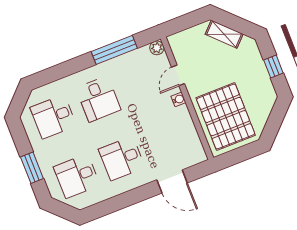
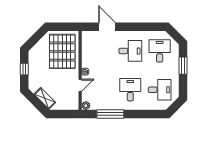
desk: (77, 176) -> (160, 51), turned -90

